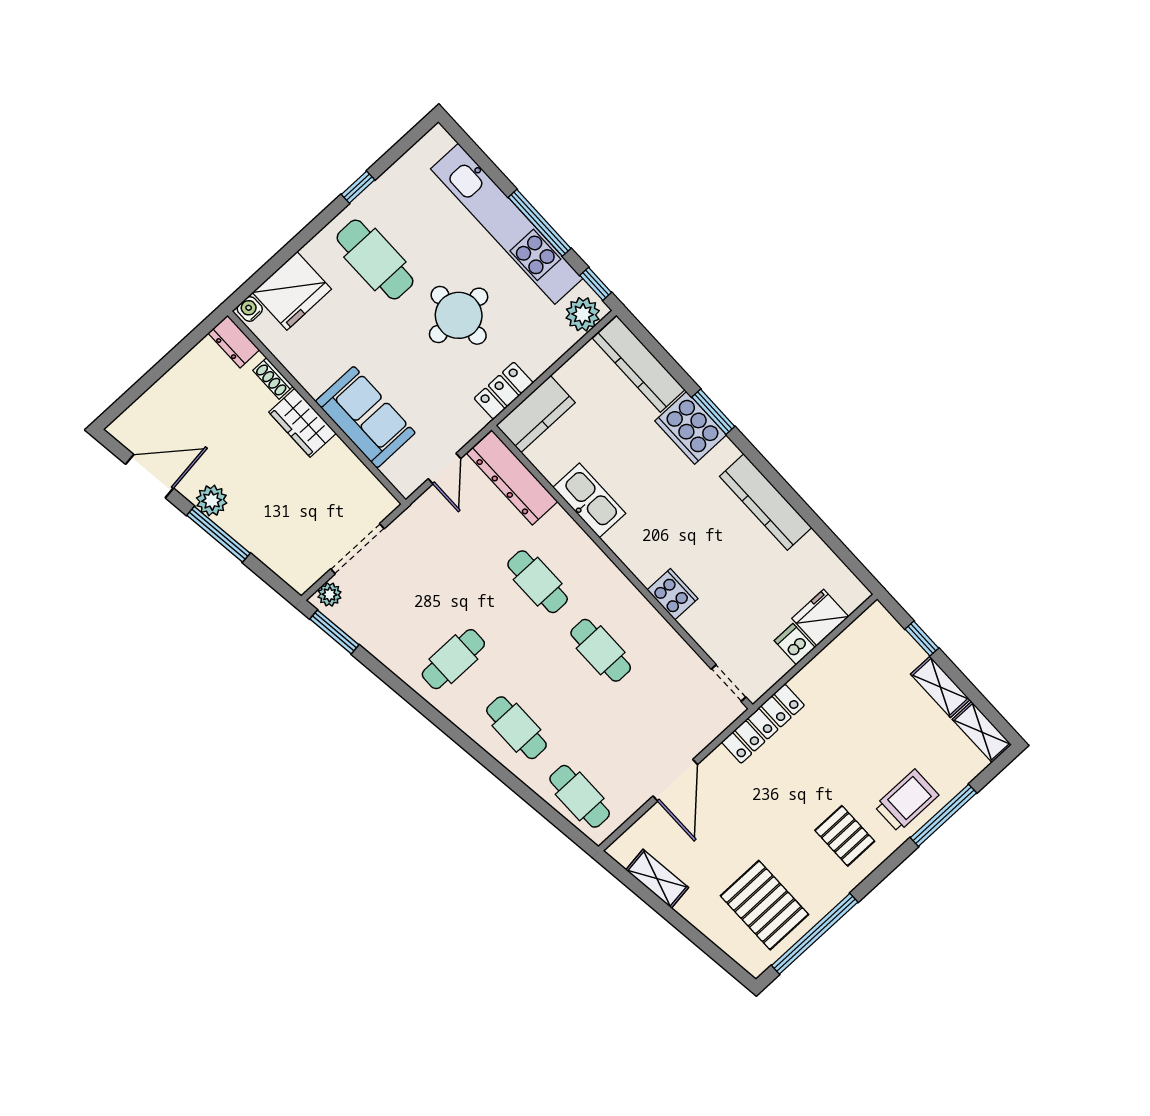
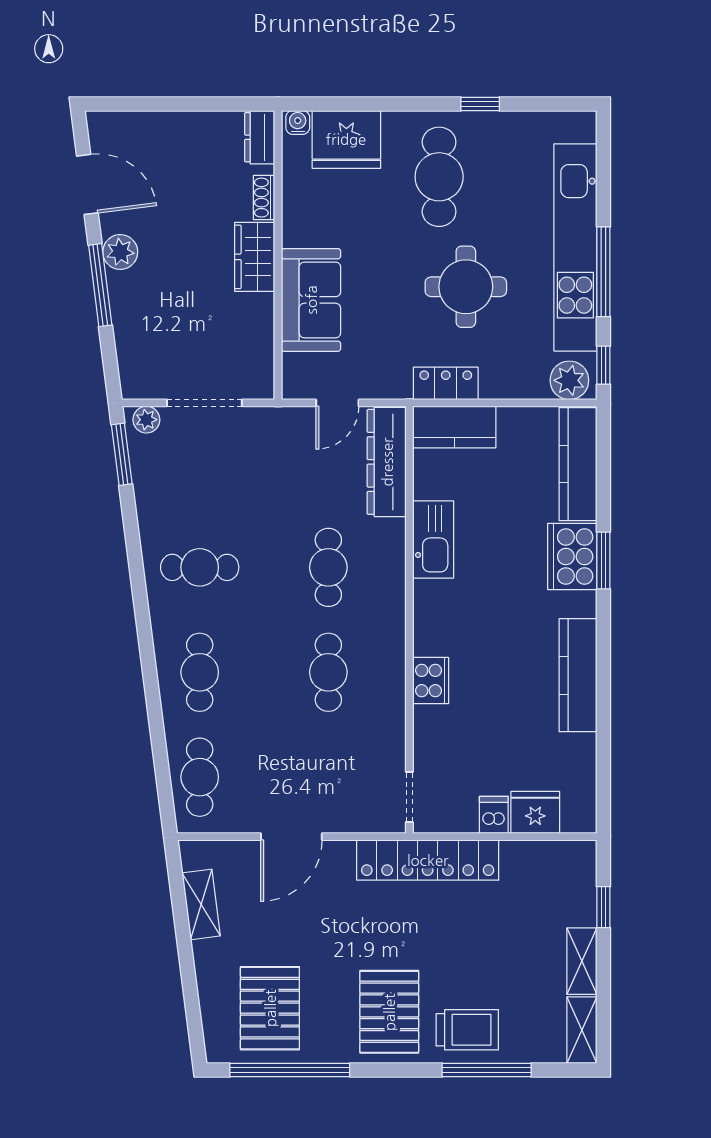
locker: (763, 724) -> (428, 860), width x1.41, depth x1.21
pallet: (845, 836) -> (389, 1012), width x1.50, depth x1.42

